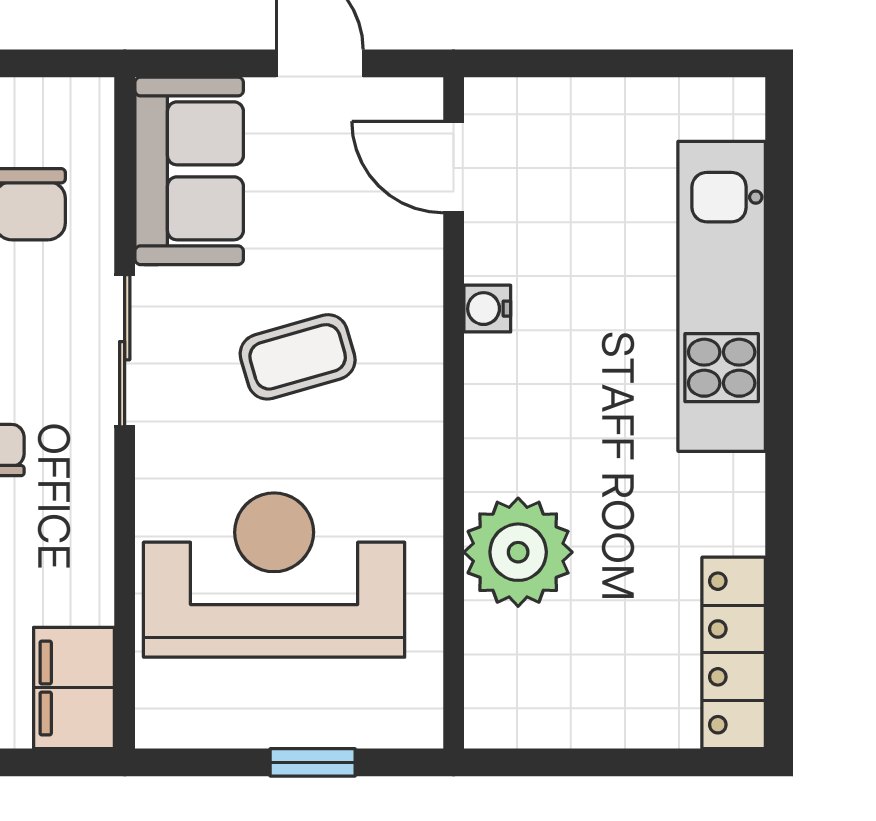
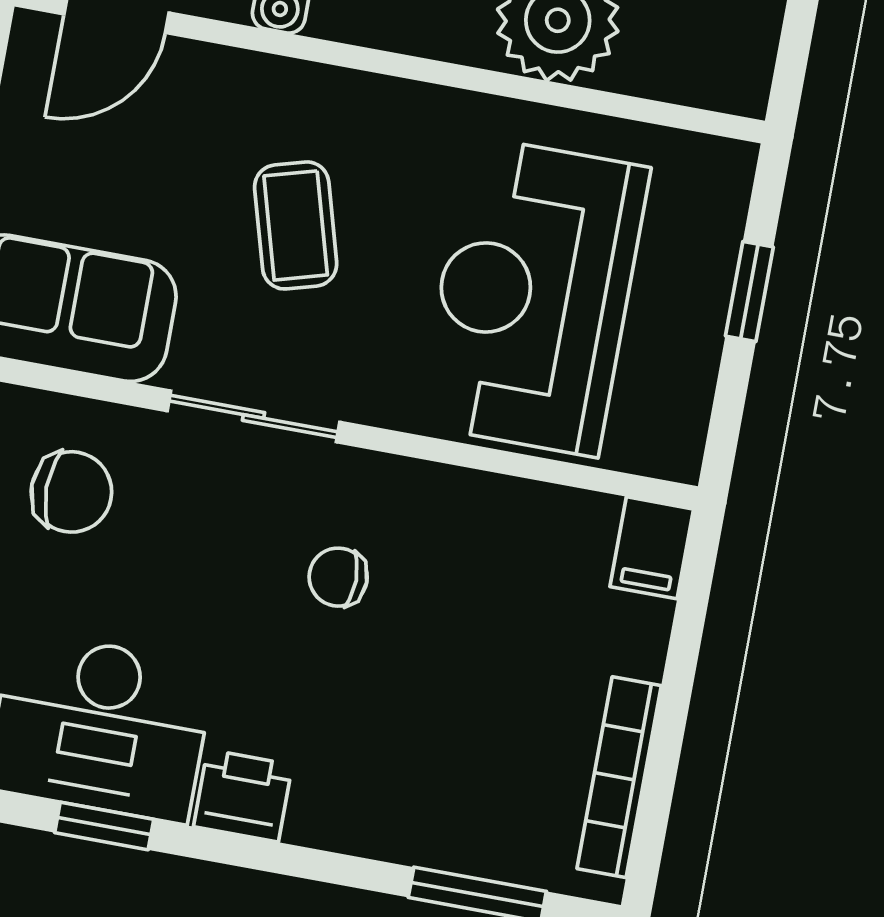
filing cabinet: (74, 688) -> (652, 548), width x0.50

